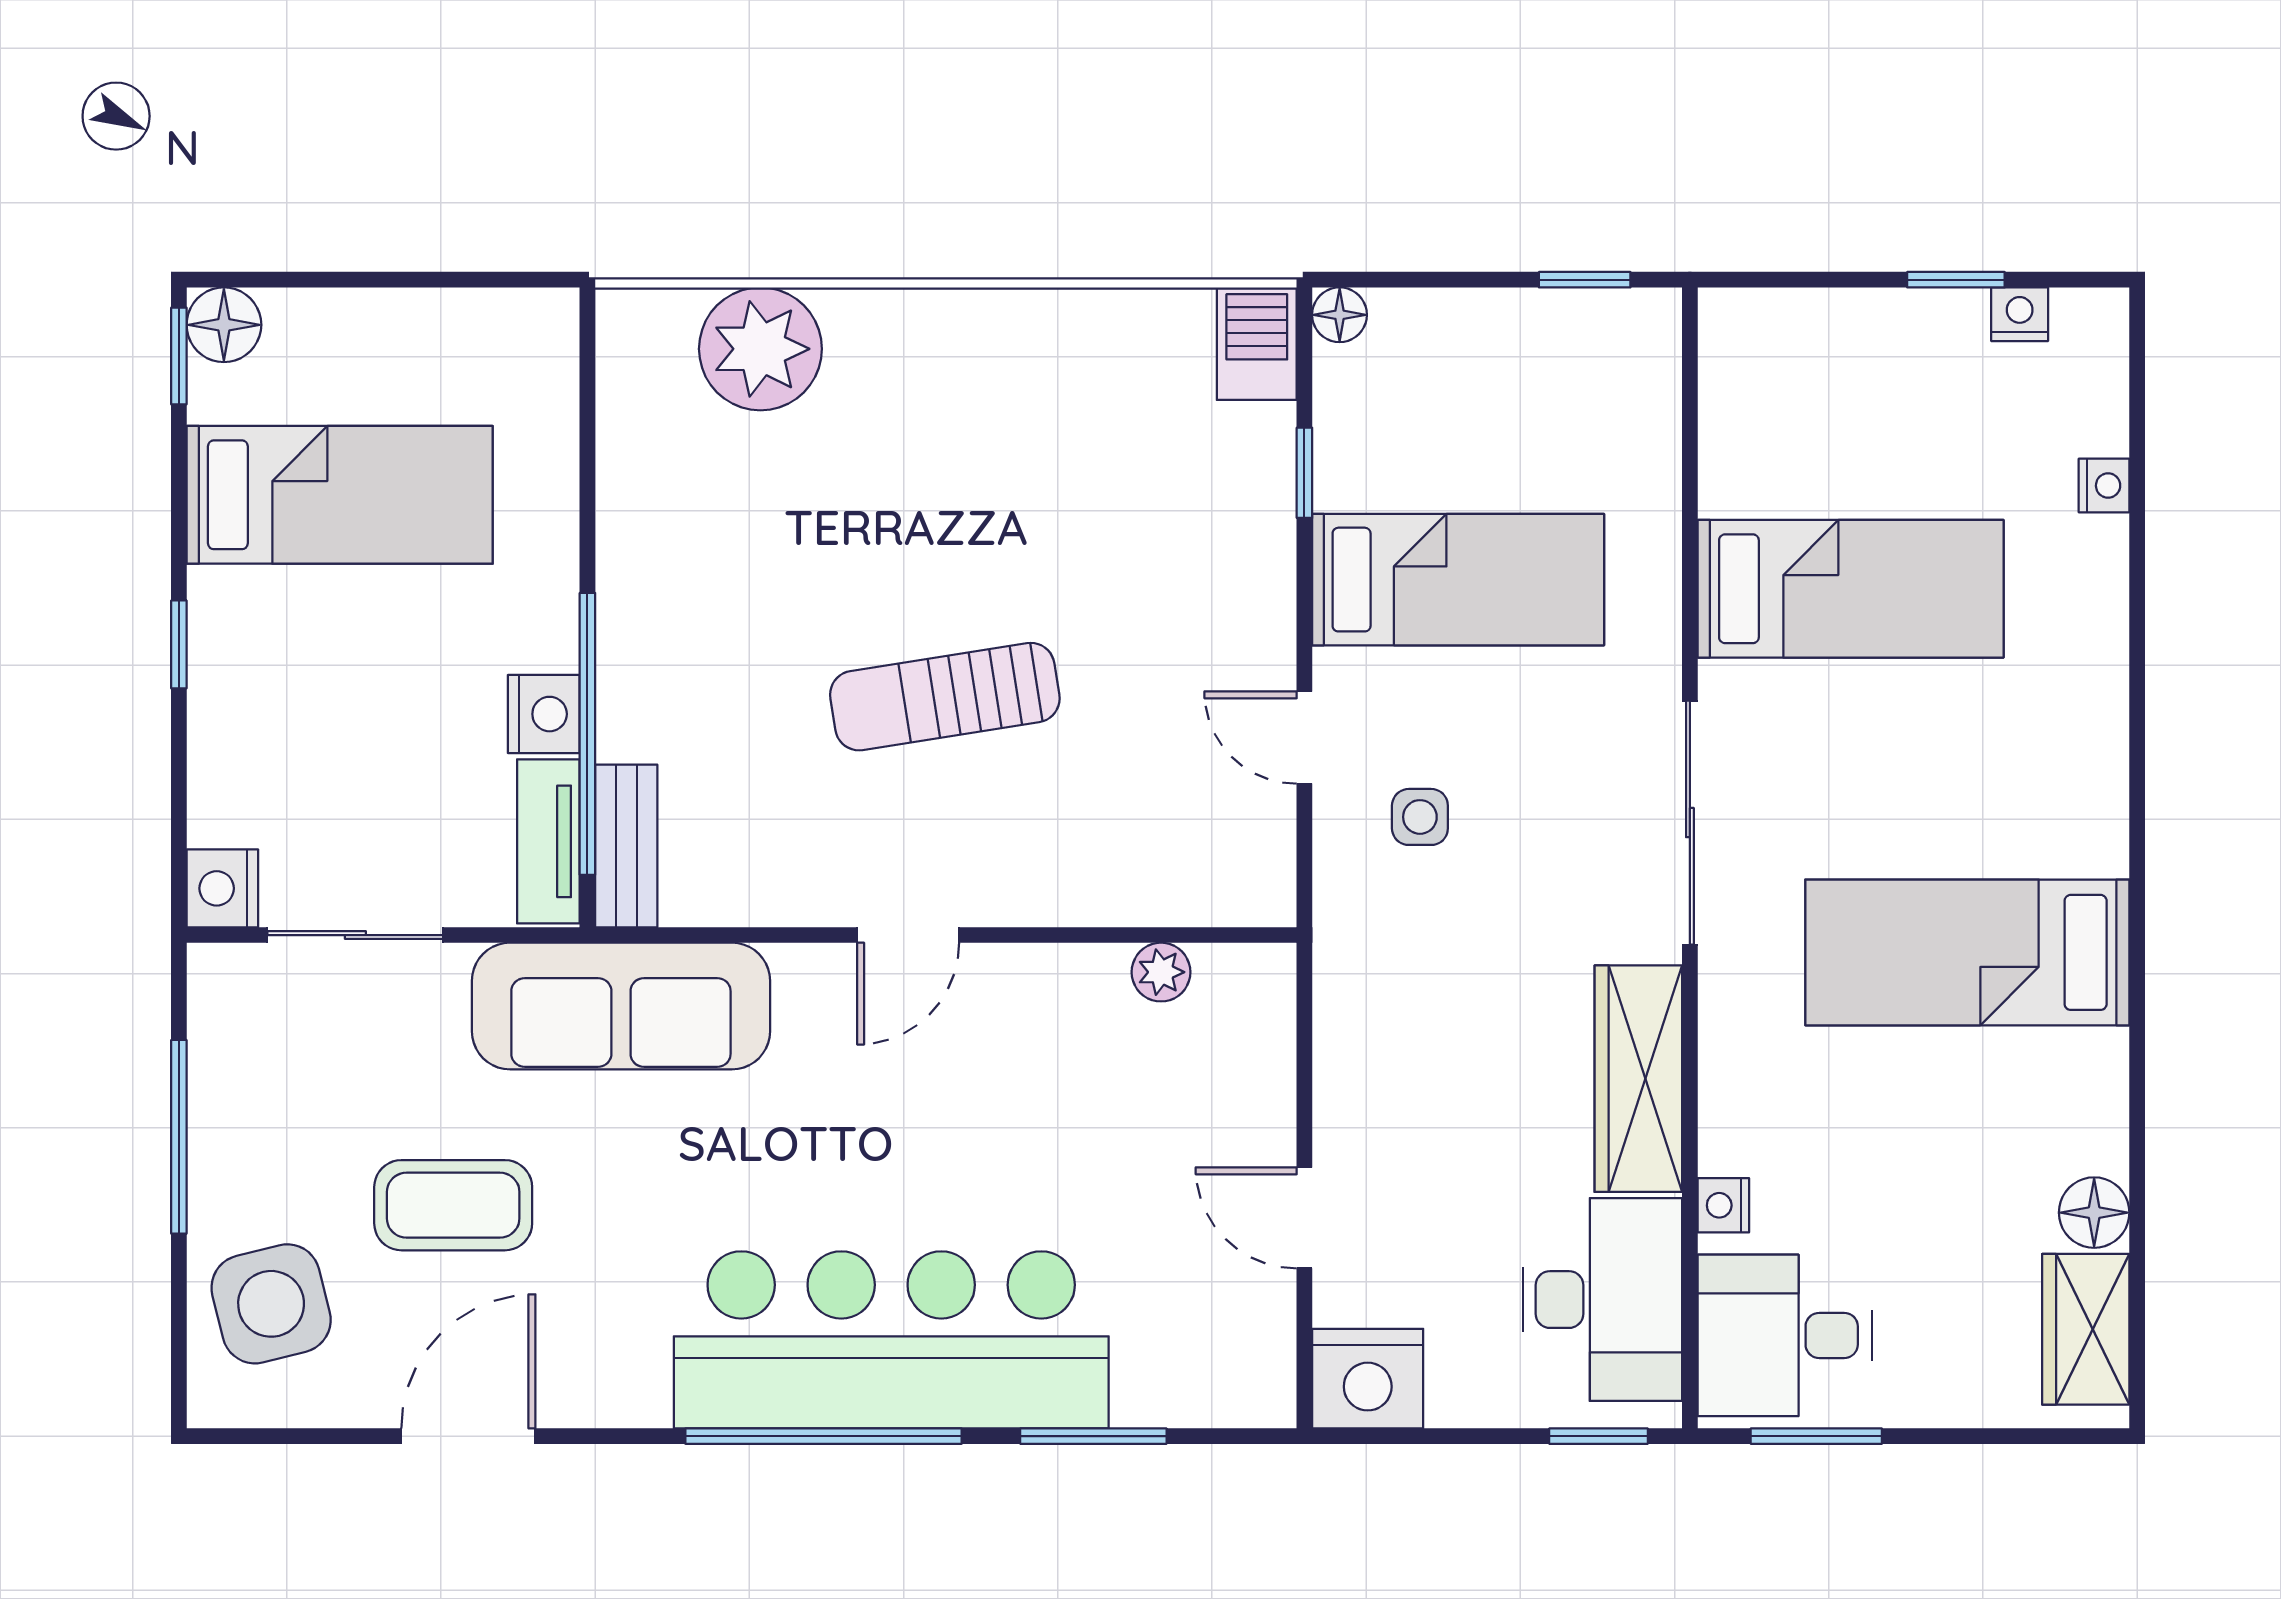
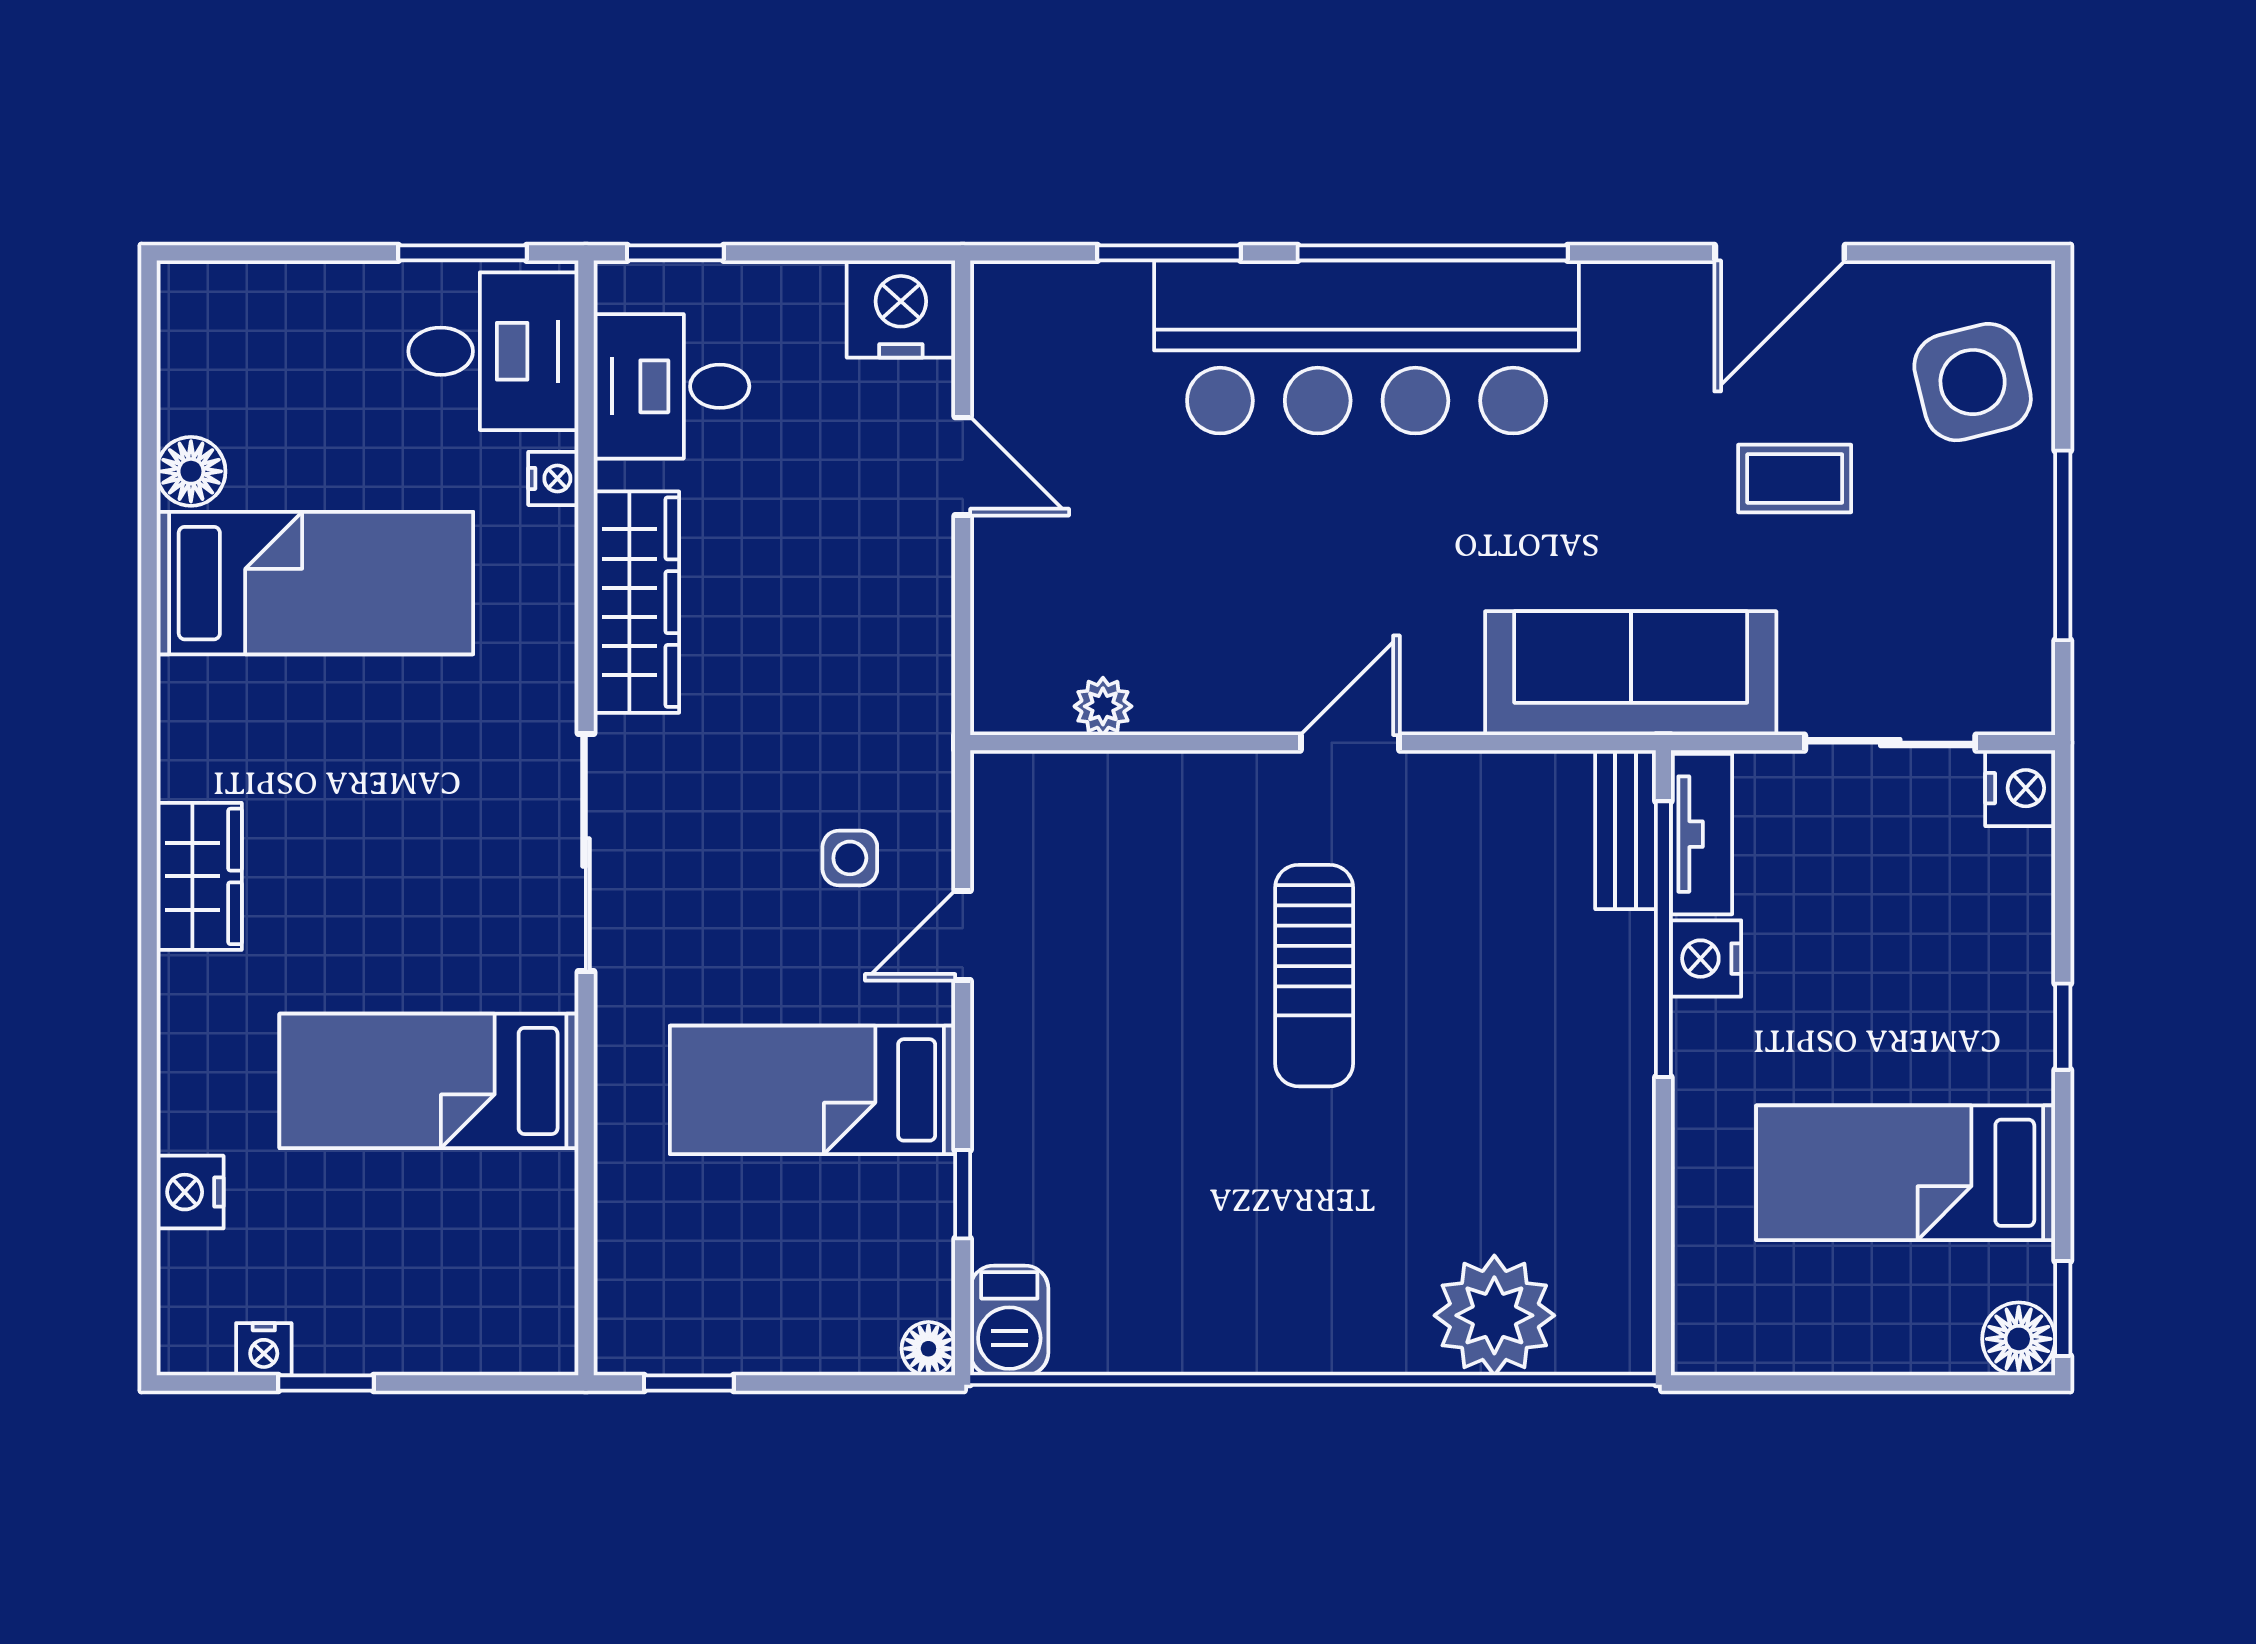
nightstand: (2104, 486) -> (190, 1192), width x1.39, depth x1.35
sun lounger: (945, 697) -> (1314, 976), turned 99
door: (1304, 738) -> (963, 936), swing flipped
bed: (1967, 952) -> (315, 583), moved
coffee table: (453, 1205) -> (1795, 479), width x0.73, depth x0.77
desk: (1603, 1300) -> (671, 386), width x0.73
wardrobe: (2086, 1329) -> (199, 876), moved

